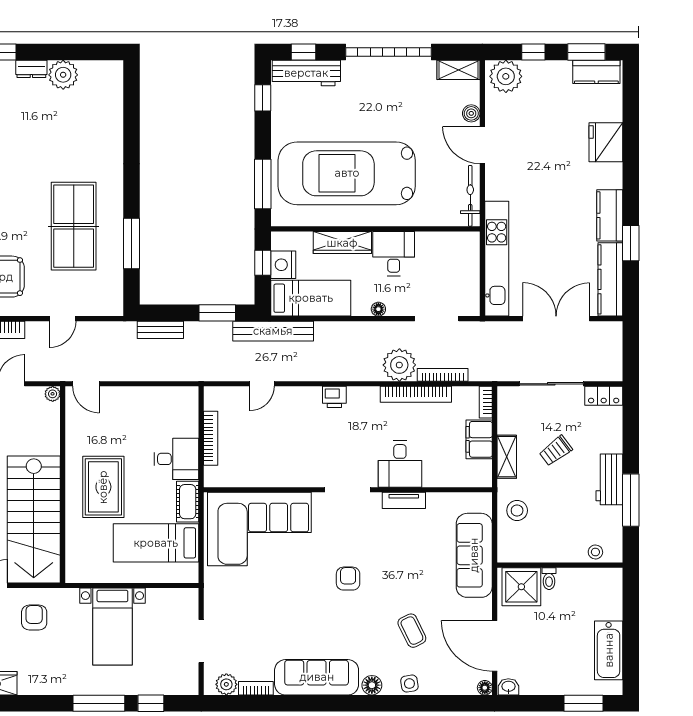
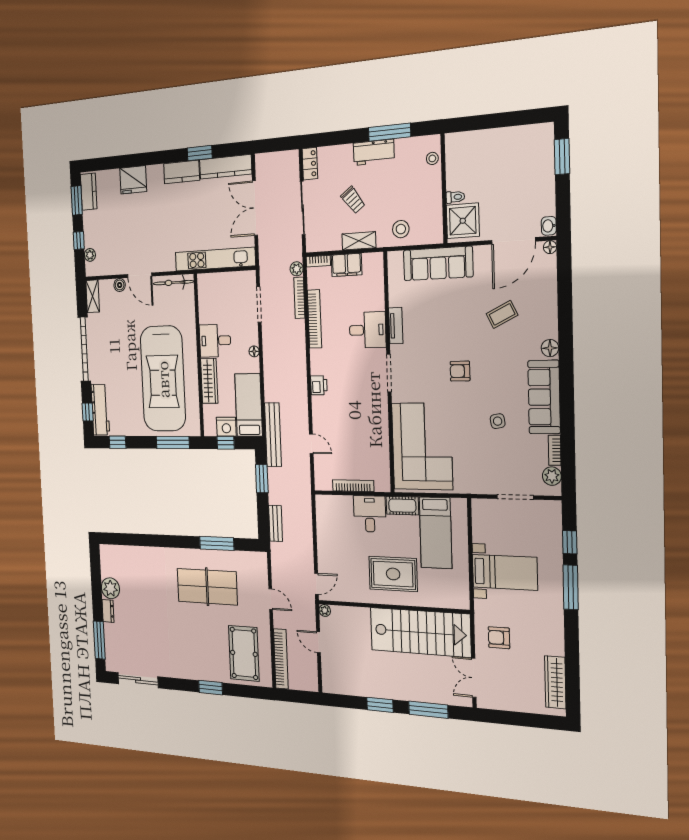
plant: (506, 76) -> (90, 255), width x0.53, depth x0.53
door: (482, 145) -> (140, 275), hinge flipped
plant: (399, 365) -> (297, 269), moved, width x0.53, depth x0.53
bathtub: (609, 650) -> (515, 138), removed
side table: (409, 684) -> (498, 421), moved

